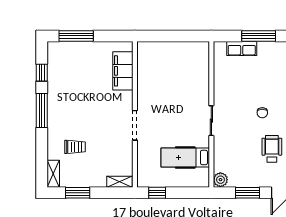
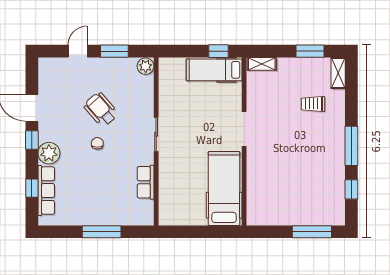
row of seats: (242, 48) -> (146, 182), moved, turned -90
filing cabinet: (123, 71) -> (258, 191), removed
hospital bed: (152, 73) -> (224, 189), added
wheelchair: (272, 149) -> (101, 109), moved, turned 139
hospital bed: (185, 157) -> (214, 70), moved, turned 180

